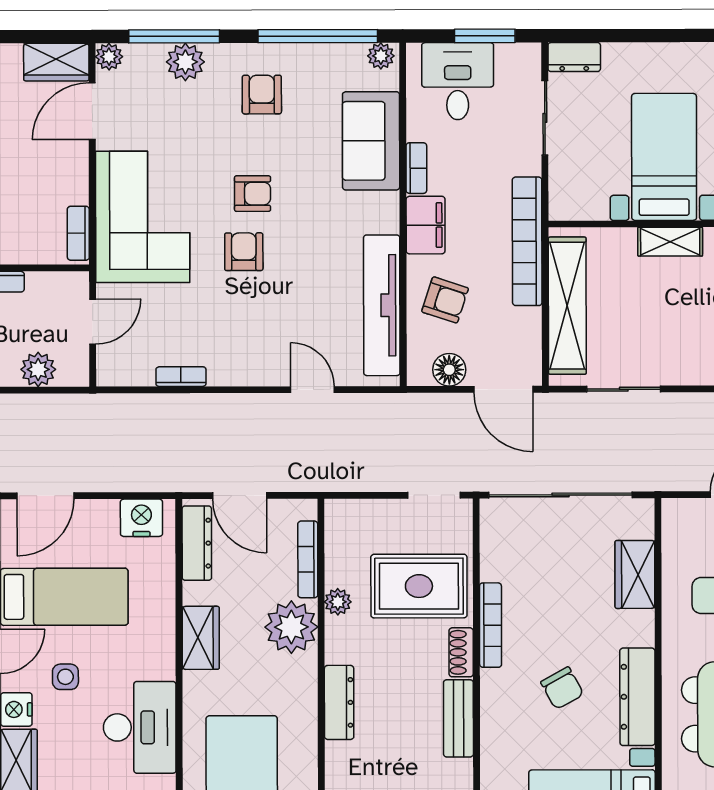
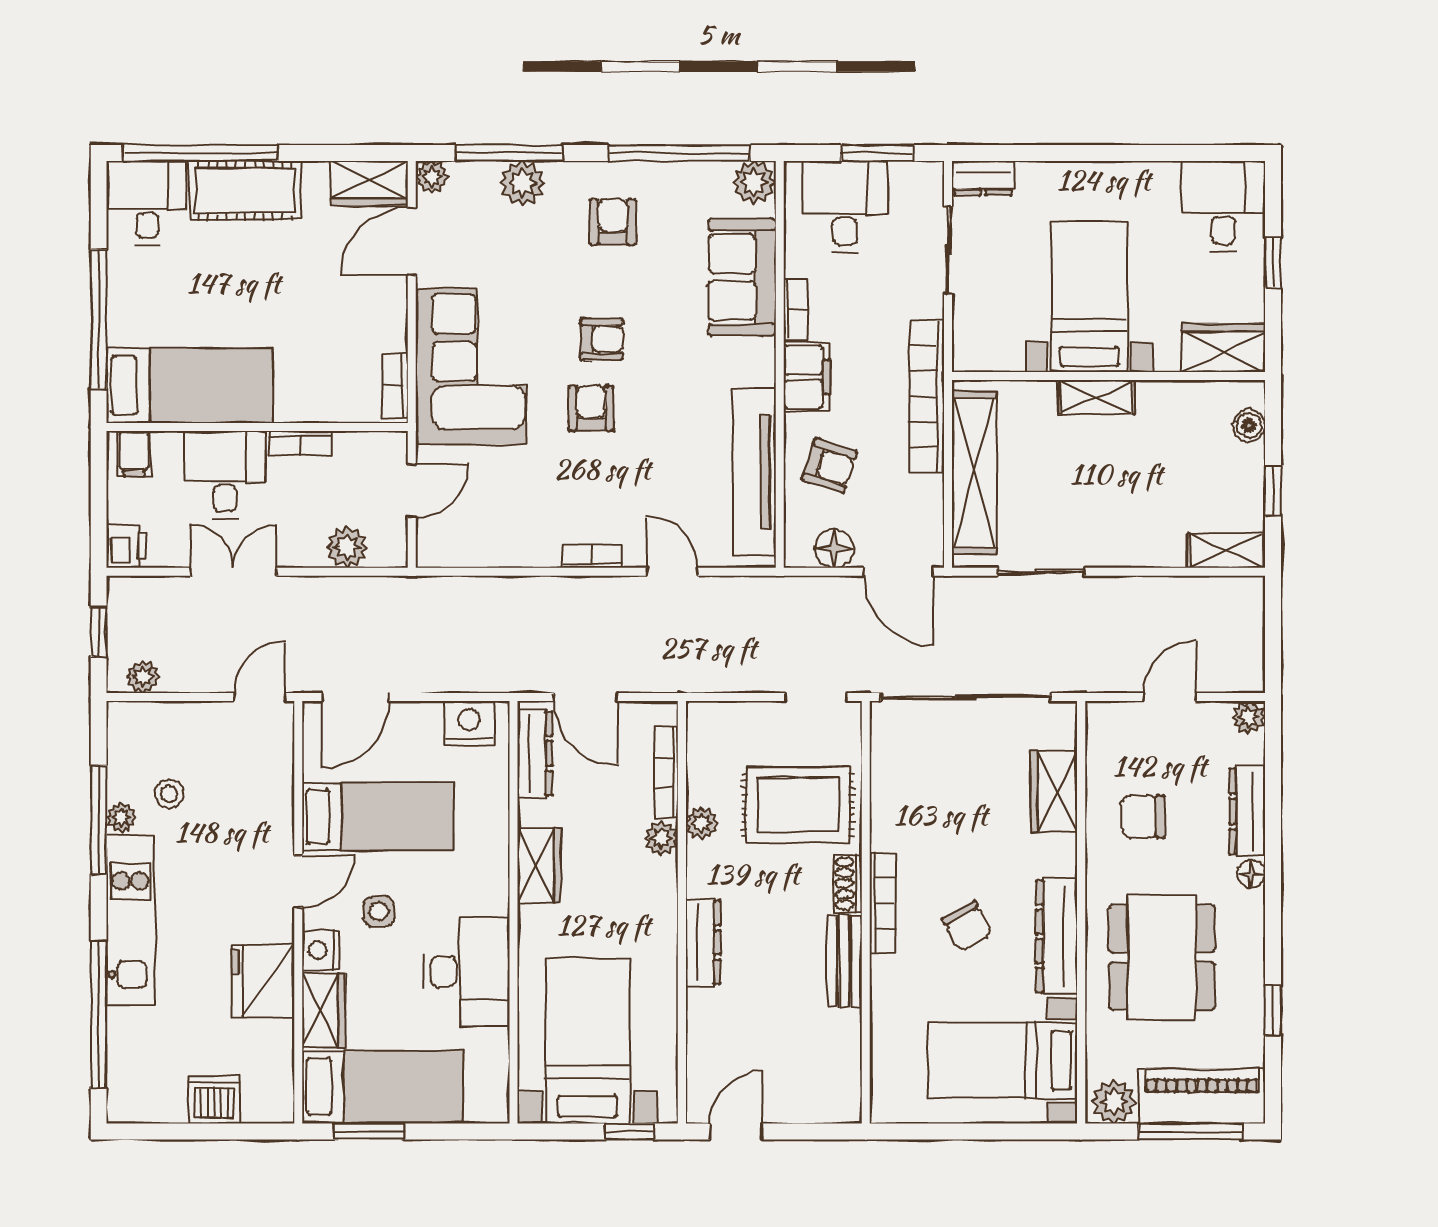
plant: (381, 56) -> (754, 182), width x1.38, depth x1.38
bookcase: (181, 377) -> (593, 556), moved
bookcase: (491, 625) -> (883, 903), moved
plant: (291, 627) -> (661, 838), width x0.53, depth x0.53

